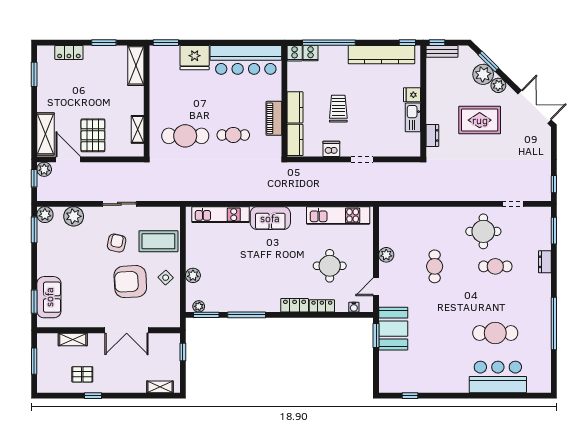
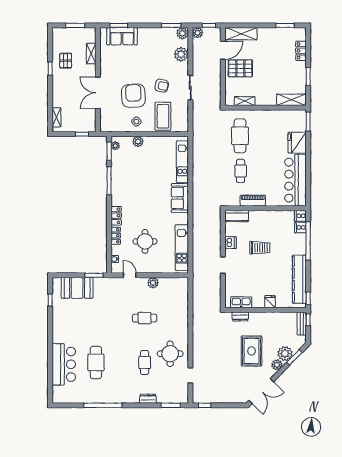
kitchen counter: (295, 107) -> (261, 216), removed
kitchen sink: (413, 117) -> (241, 302), moved
plant: (44, 169) -> (198, 33), moved
booth: (393, 329) -> (77, 288), moved

